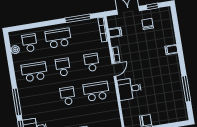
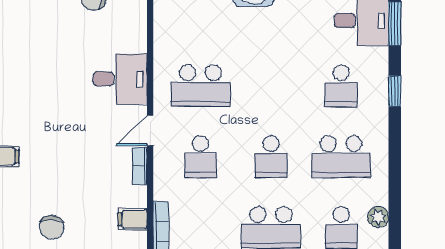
school desk: (68, 96) -> (341, 86), moved
window: (17, 102) -> (395, 91), width x0.46

